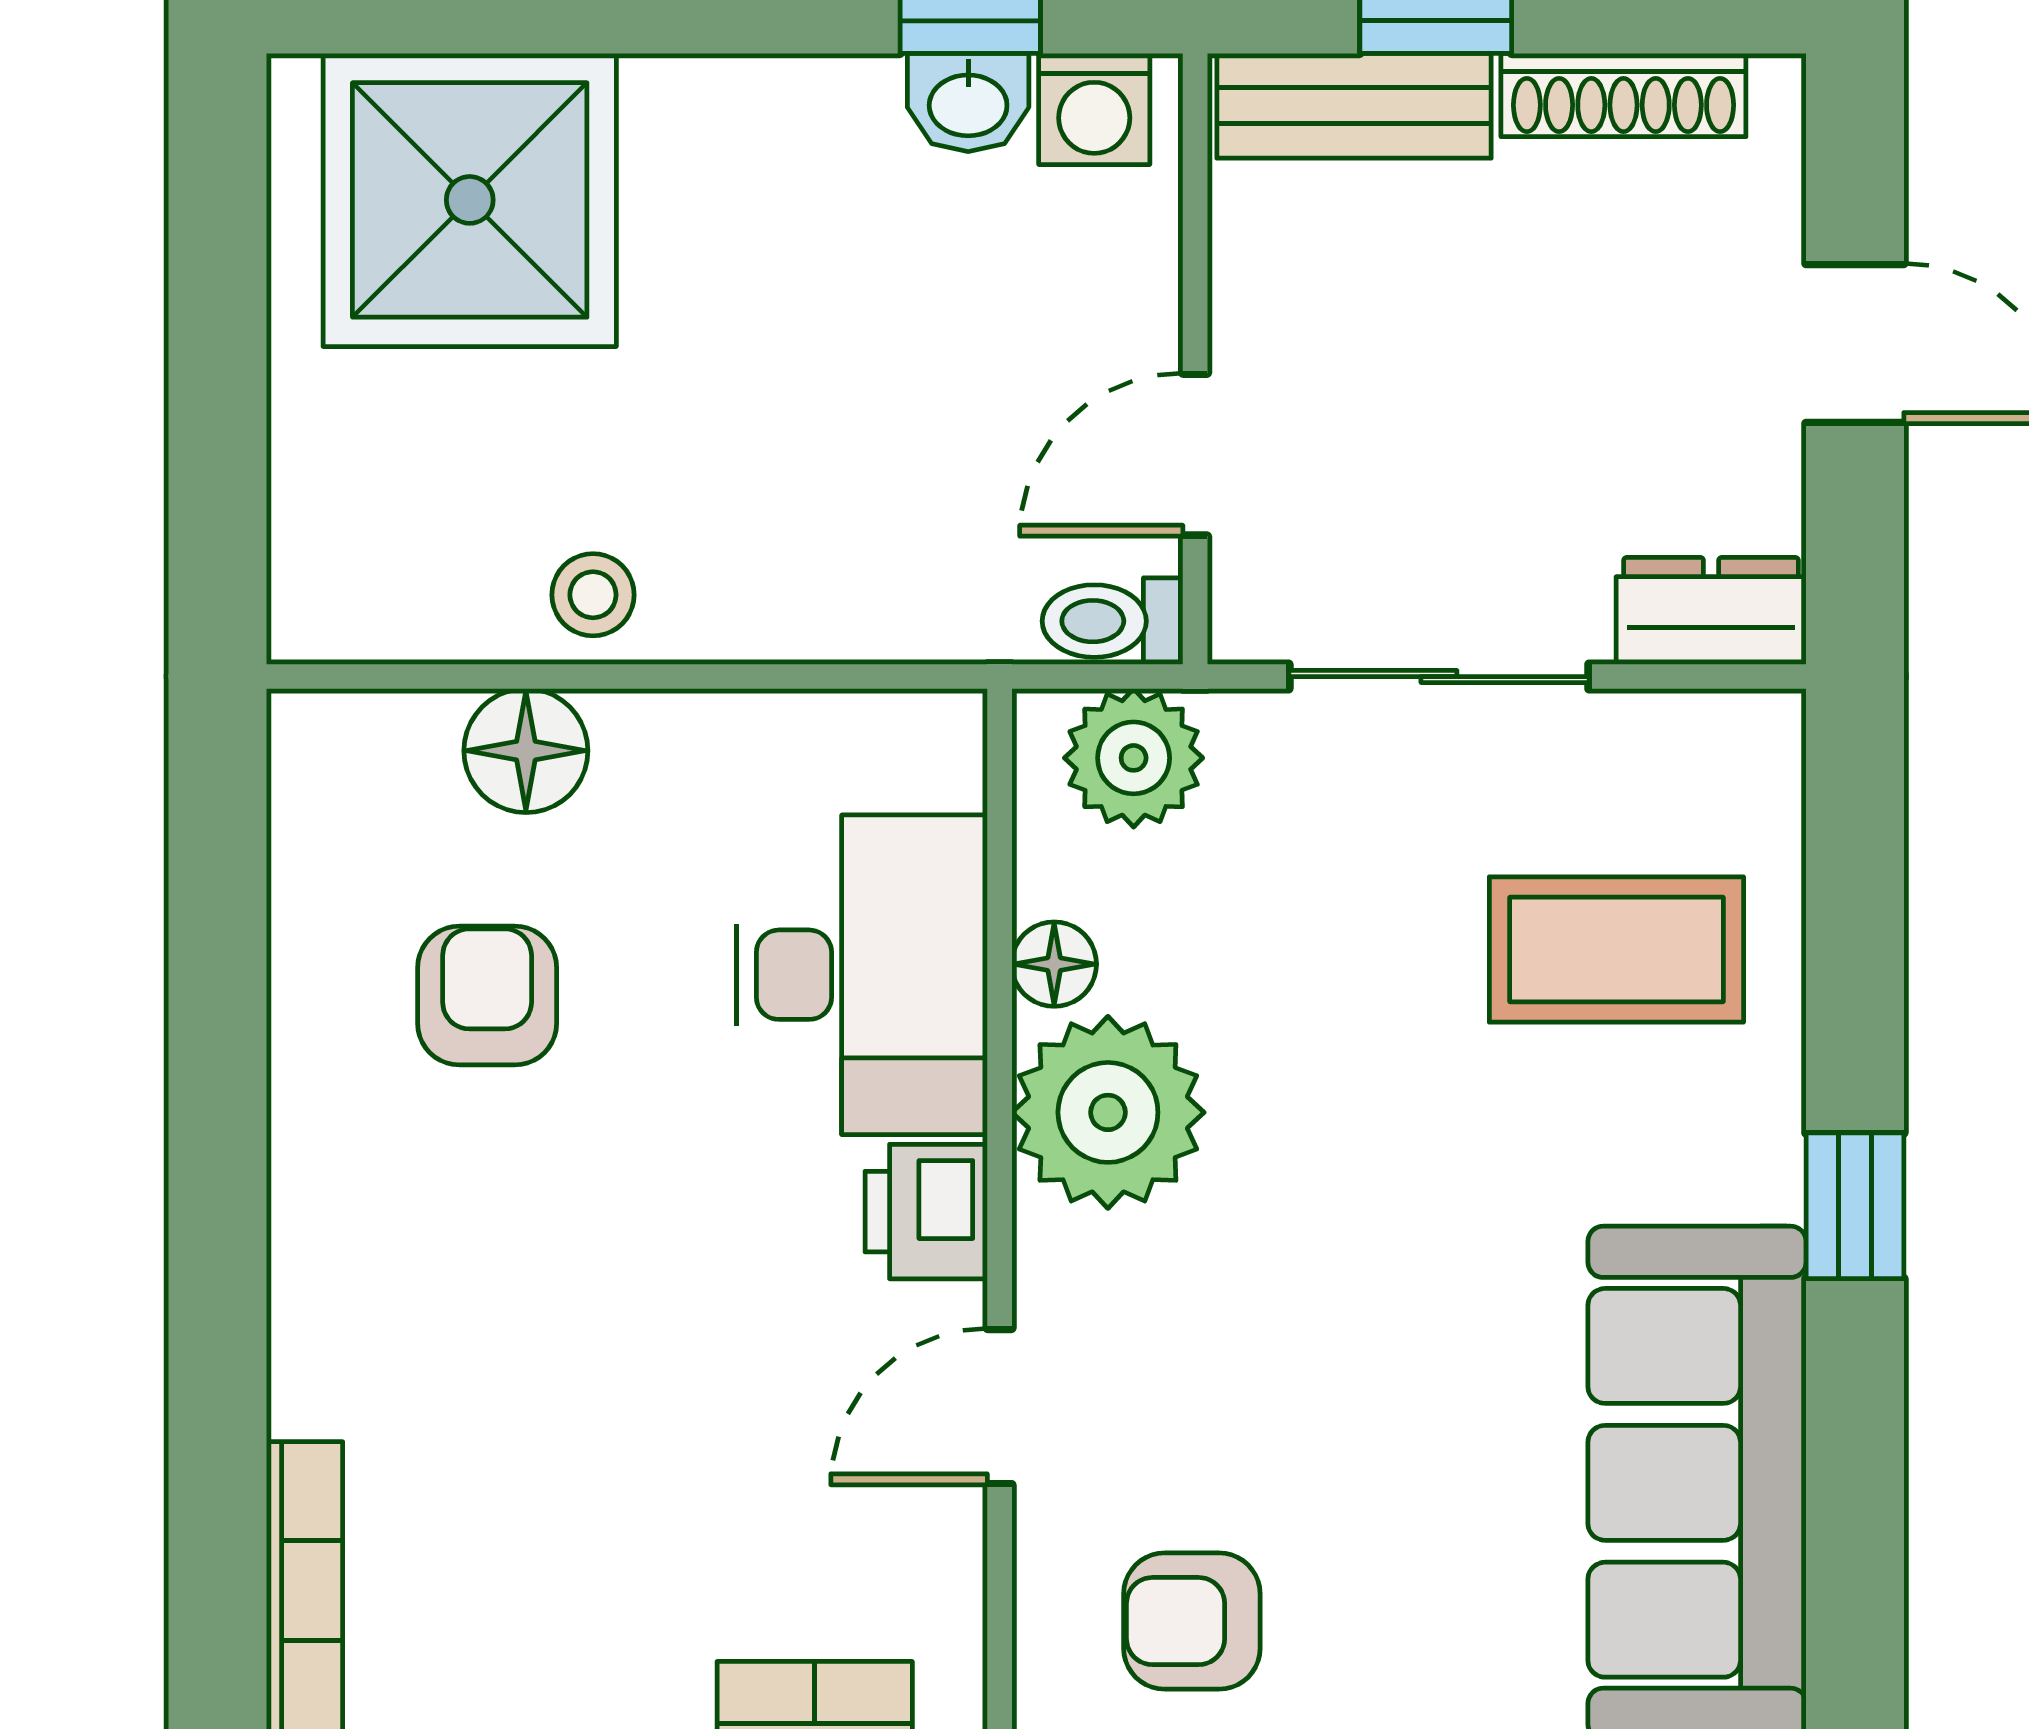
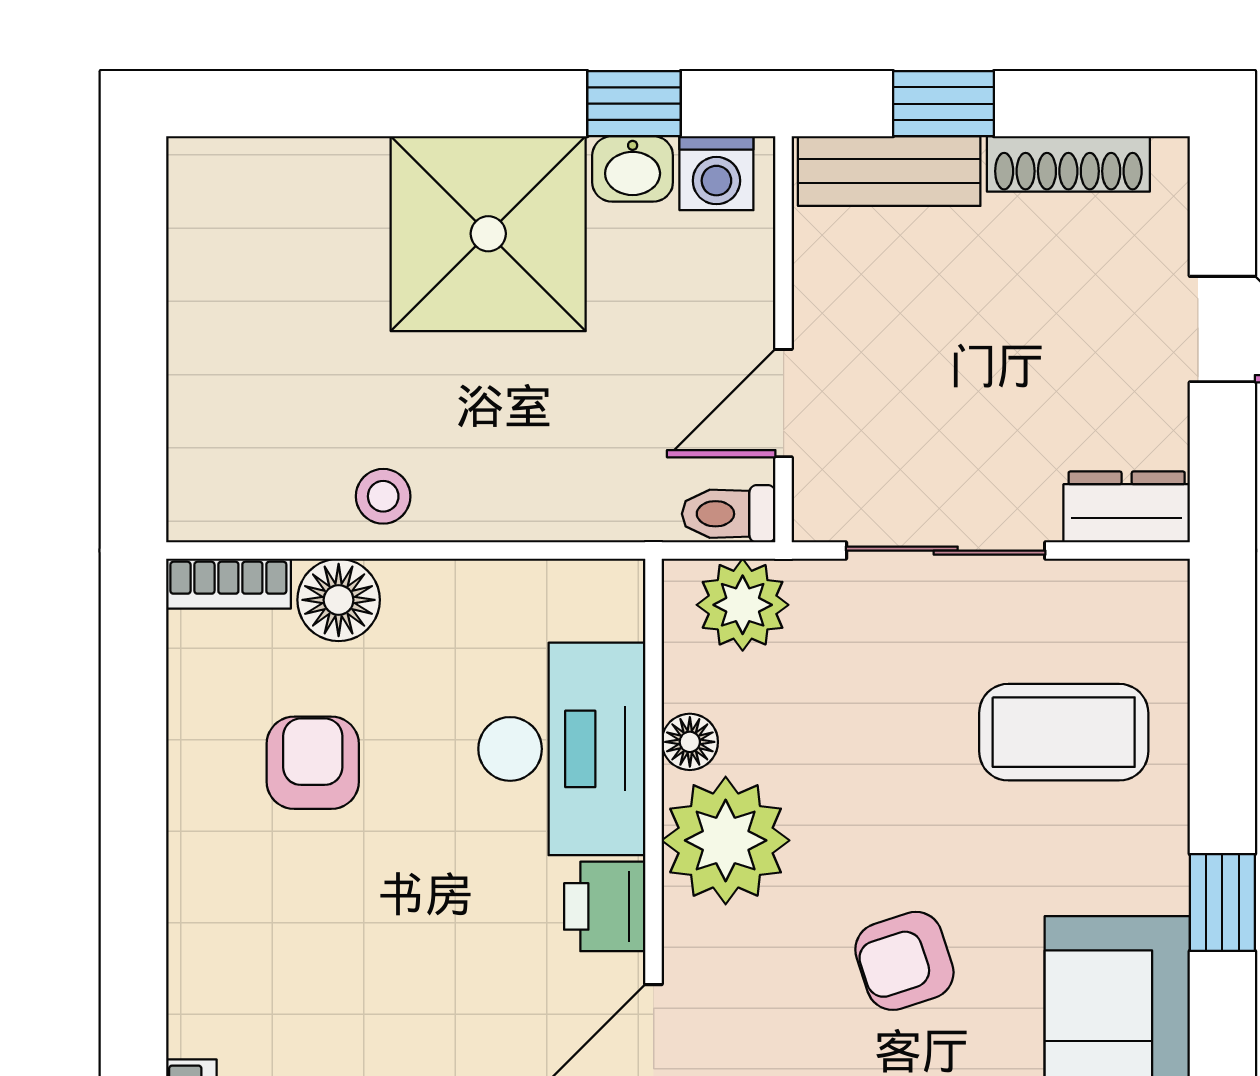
shower: (470, 200) -> (488, 234), moved
bookcase: (360, 726) -> (228, 584), added
armchair: (1377, 1294) -> (904, 961), added

